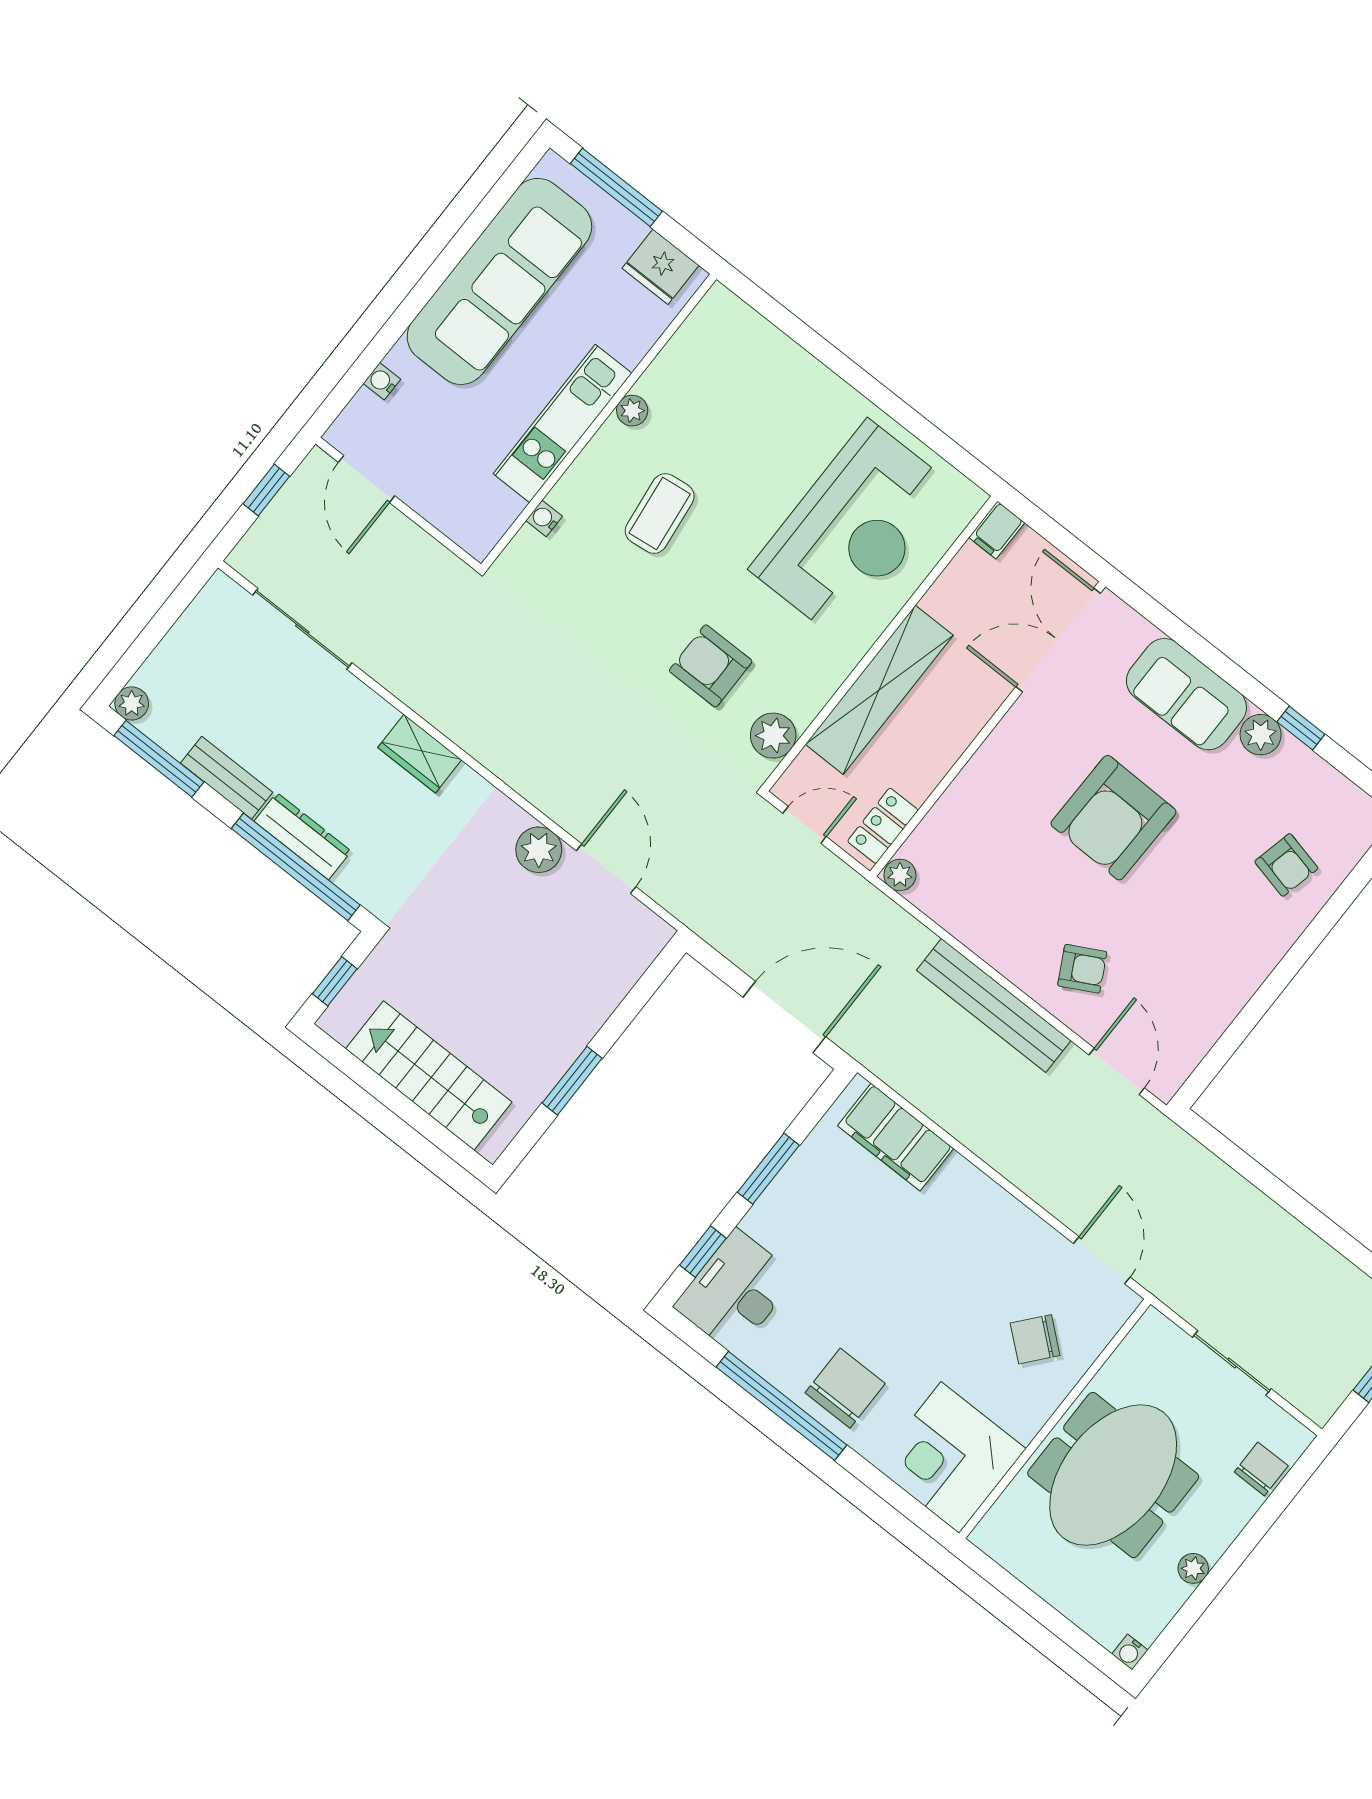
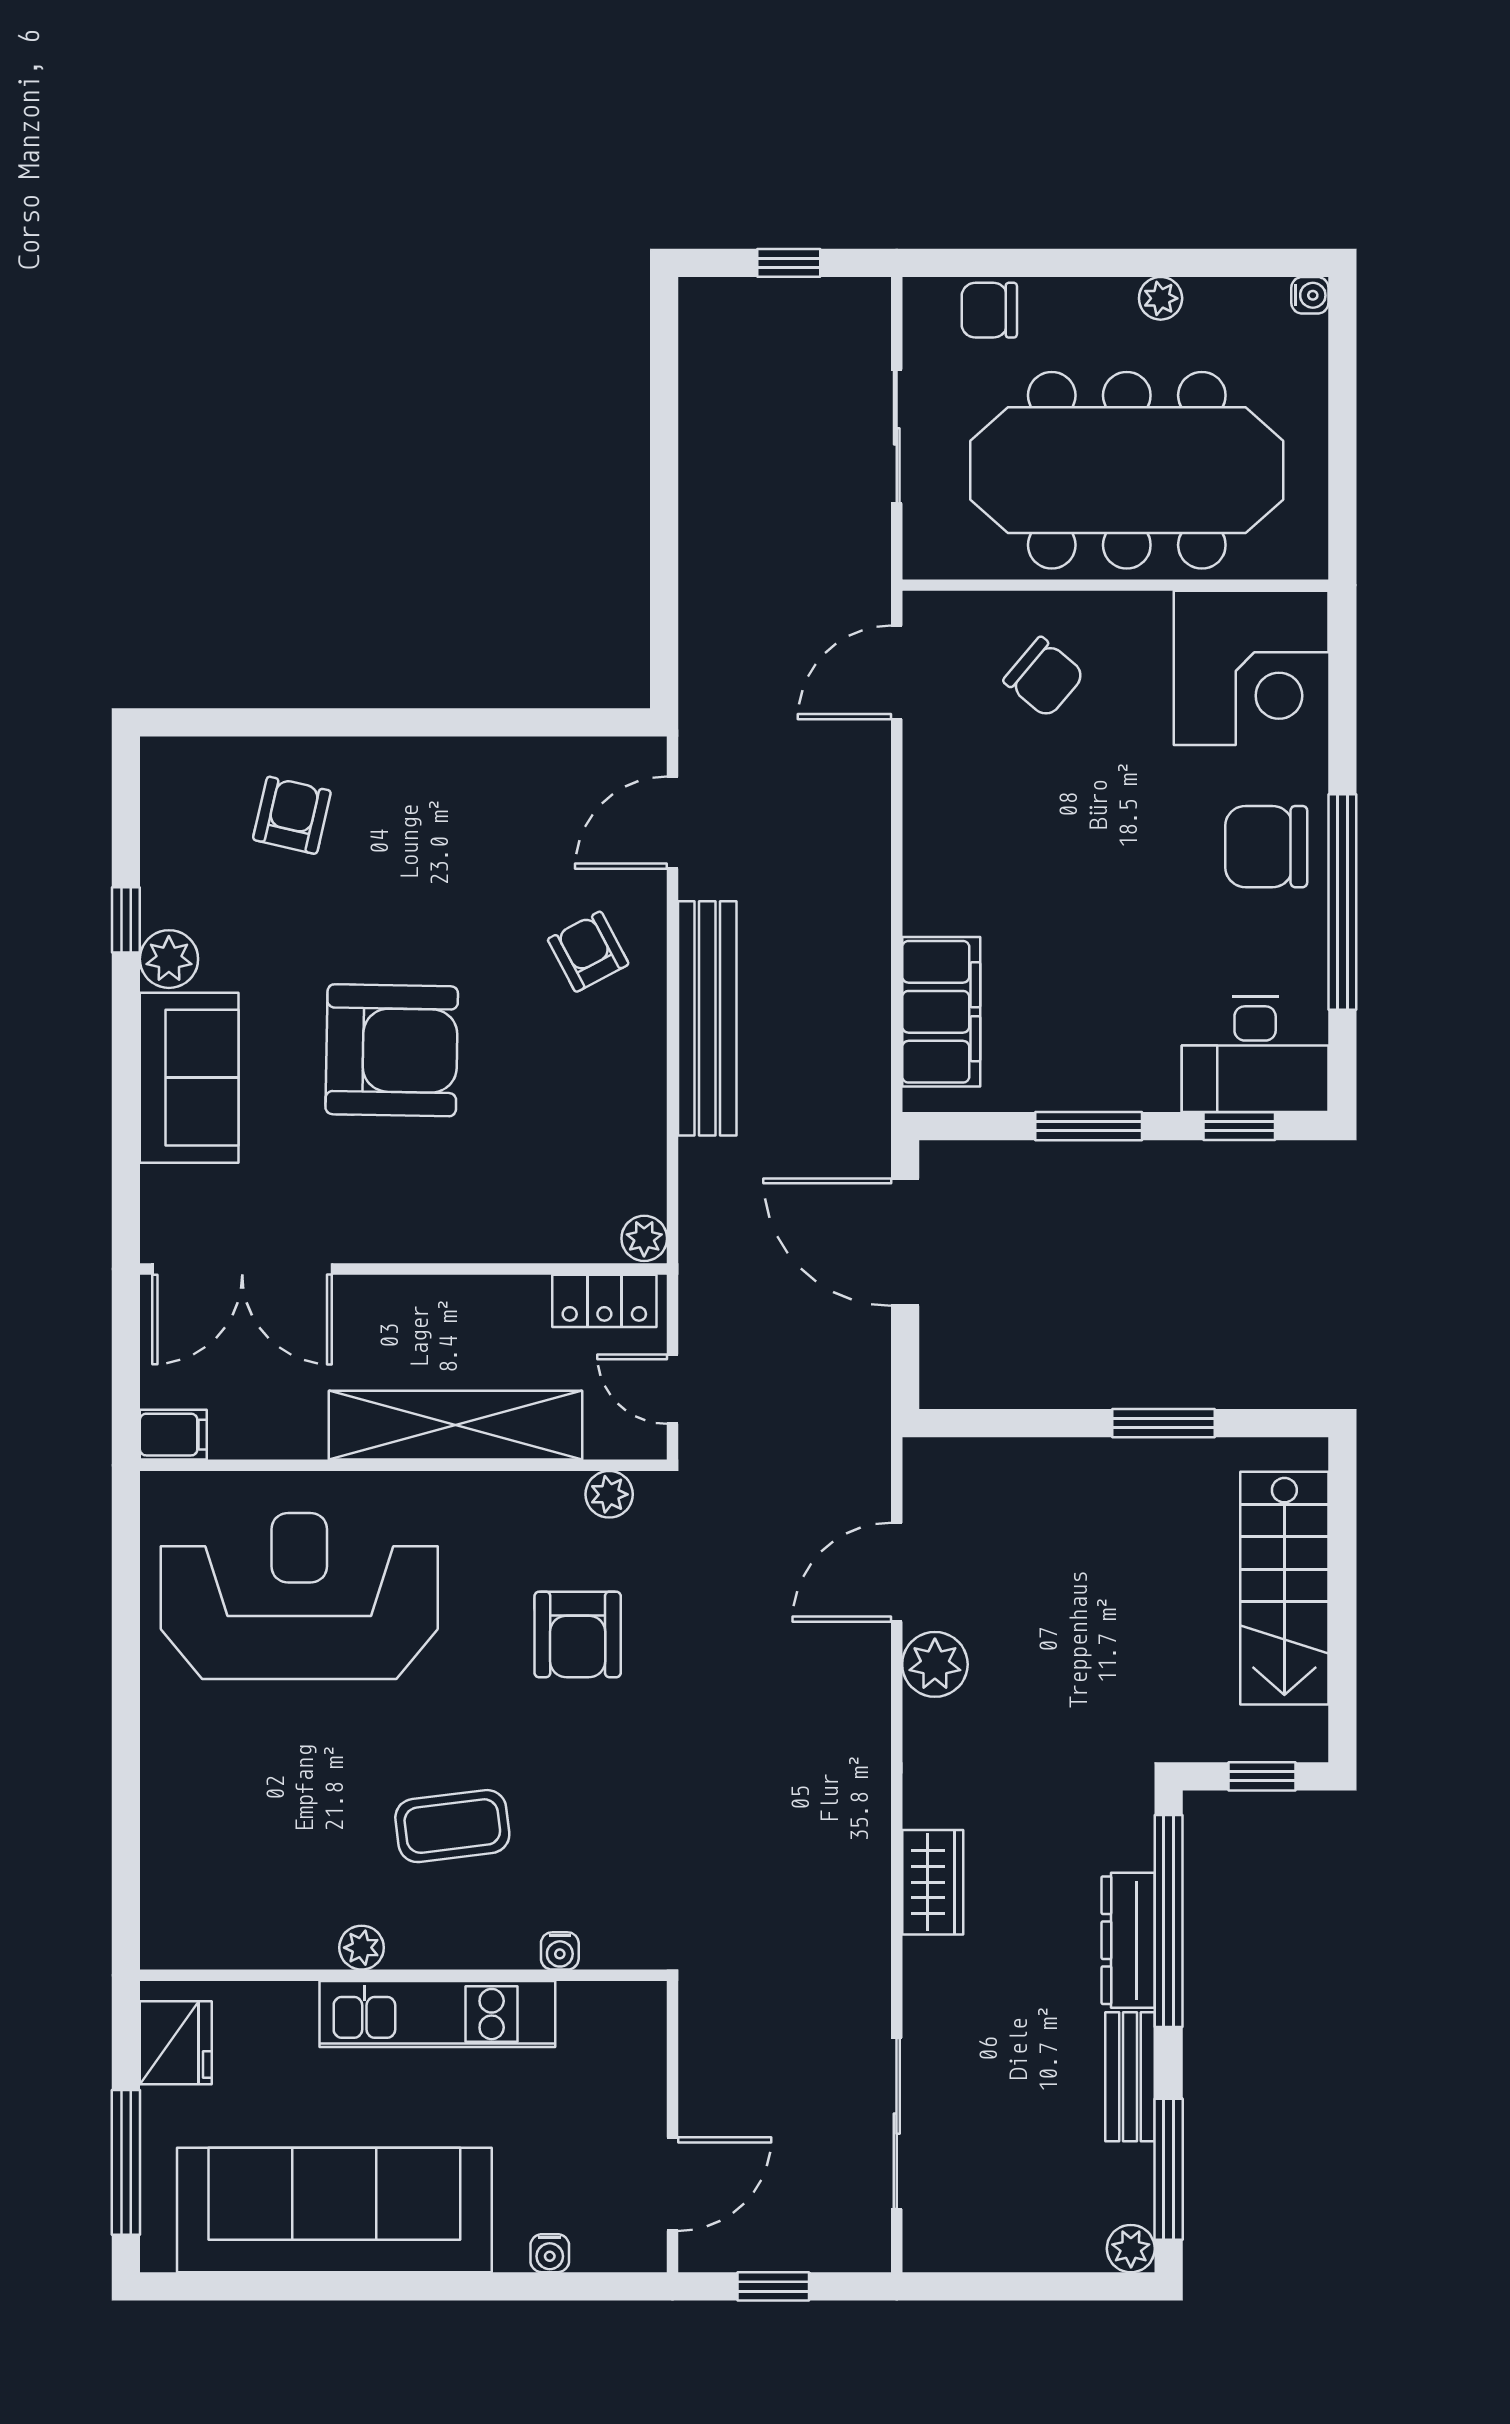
plant: (773, 736) -> (609, 1494), width x0.73, depth x0.73
meeting table: (1113, 1475) -> (1127, 470), width x1.36

